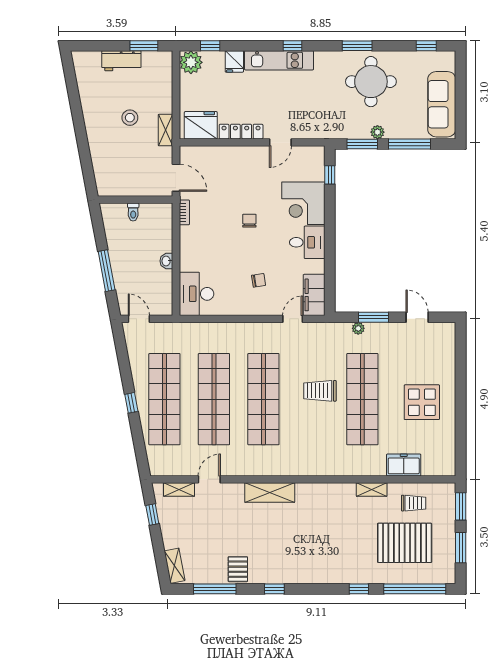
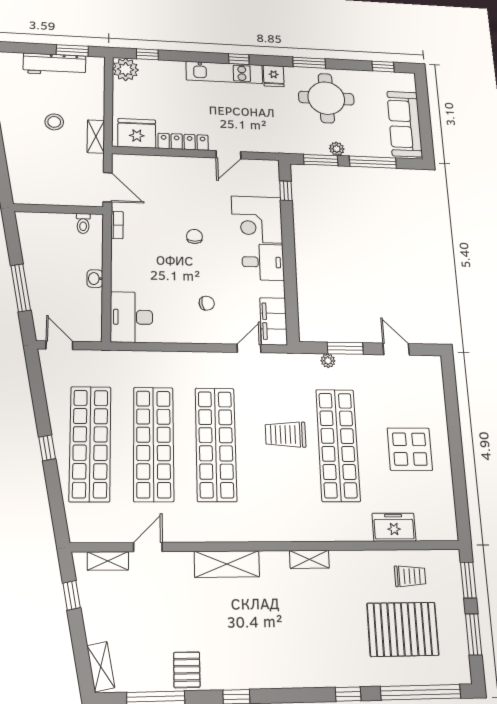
workbench: (121, 61) -> (54, 64), width x1.38
fridge: (234, 61) -> (274, 76), moved
toilet: (133, 212) -> (83, 223), moved
shelving: (372, 489) -> (309, 559), moved

